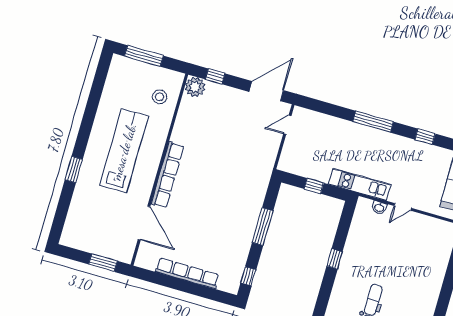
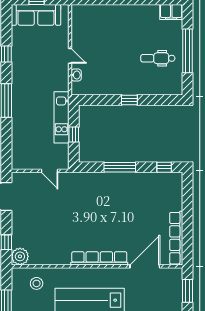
door: (287, 125) -> (50, 171), moved
kitchen unit: (360, 184) -> (62, 117), moved
row of seats: (187, 273) -> (176, 238), moved

